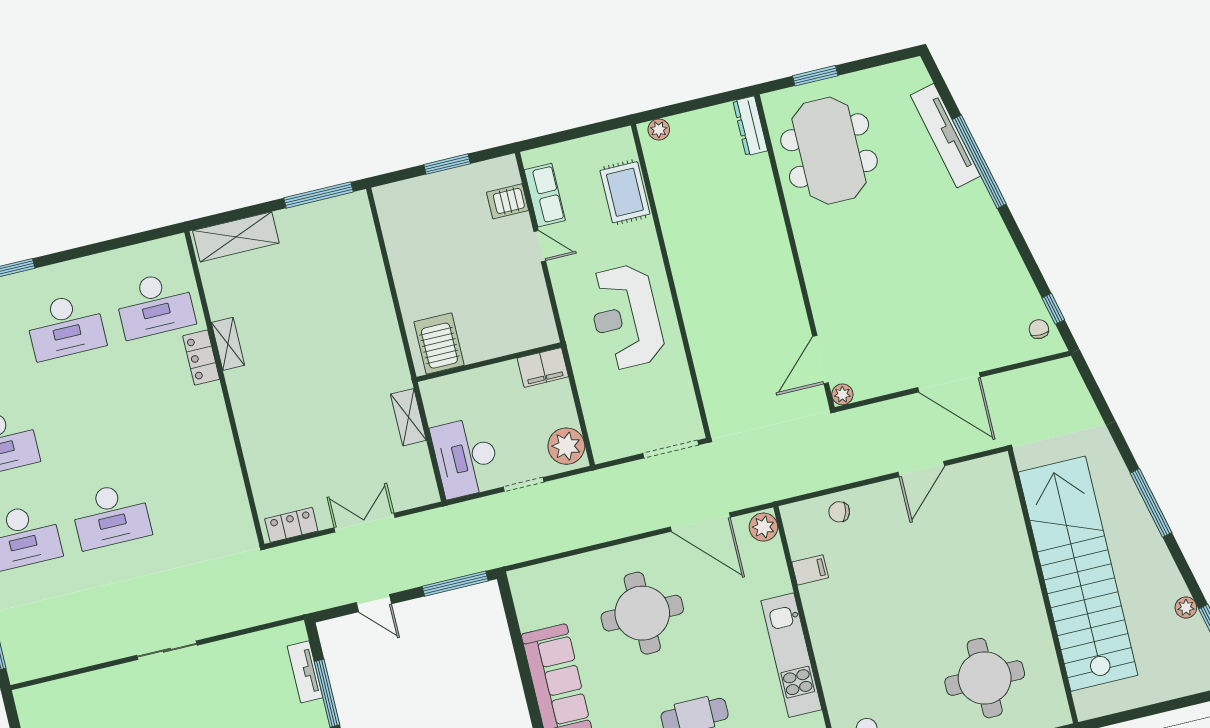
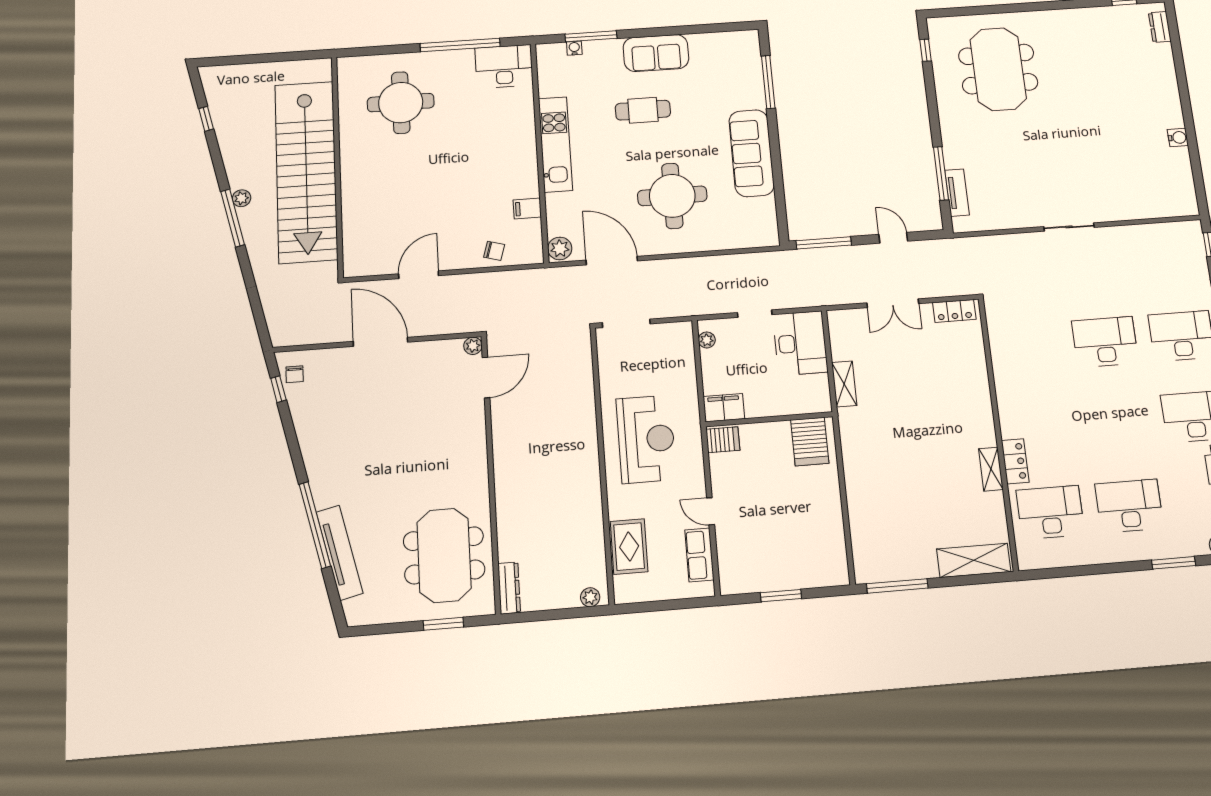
server rack: (507, 201) -> (723, 440), moved
plant: (566, 446) -> (707, 340), width x0.53, depth x0.53
plant: (1186, 607) -> (241, 198), moved

